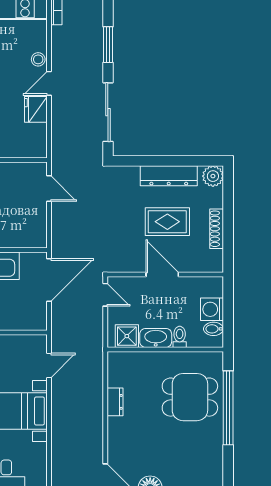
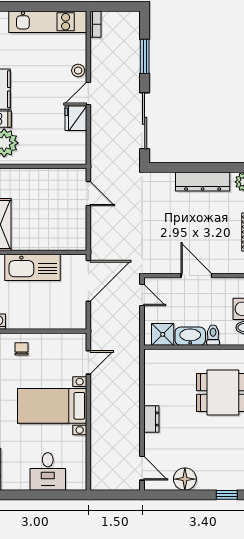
rug: (167, 222) -> (201, 225), removed
dresser: (115, 402) -> (151, 419), moved

